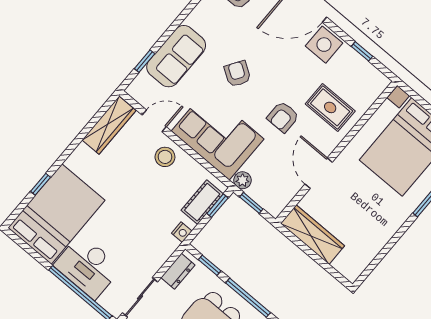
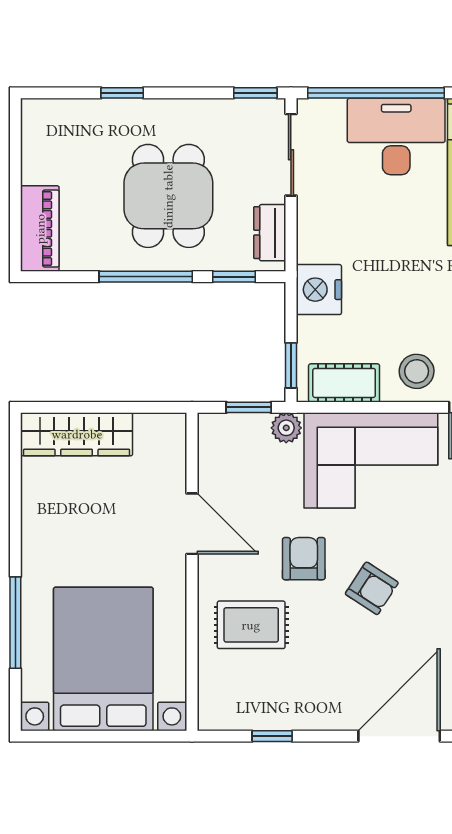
side table: (324, 45) -> (331, 702), removed
armchair: (237, 74) -> (372, 588), moved
cot: (202, 202) -> (344, 383), moved, turned 90
nightstand: (182, 232) -> (319, 290), width x1.89, depth x1.79
wardrobe: (312, 235) -> (77, 434), moved

